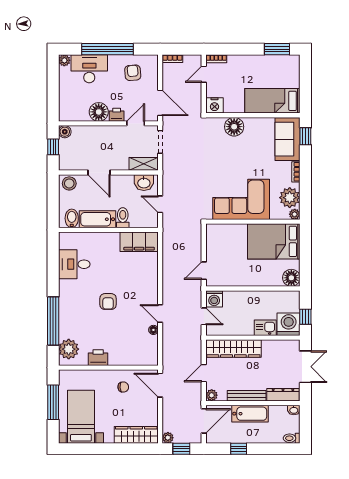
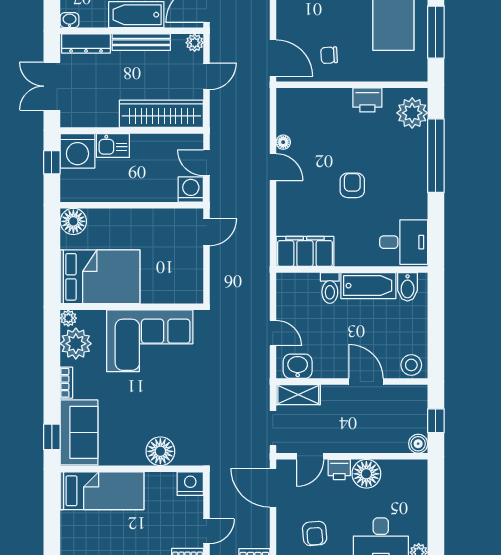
bidet: (72, 218) -> (408, 287), moved
toilet: (123, 218) -> (330, 288), moved
bathtub: (97, 219) -> (368, 286), moved
wall: (108, 230) -> (352, 269), moved
filing cabinet: (139, 242) -> (305, 251), moved

